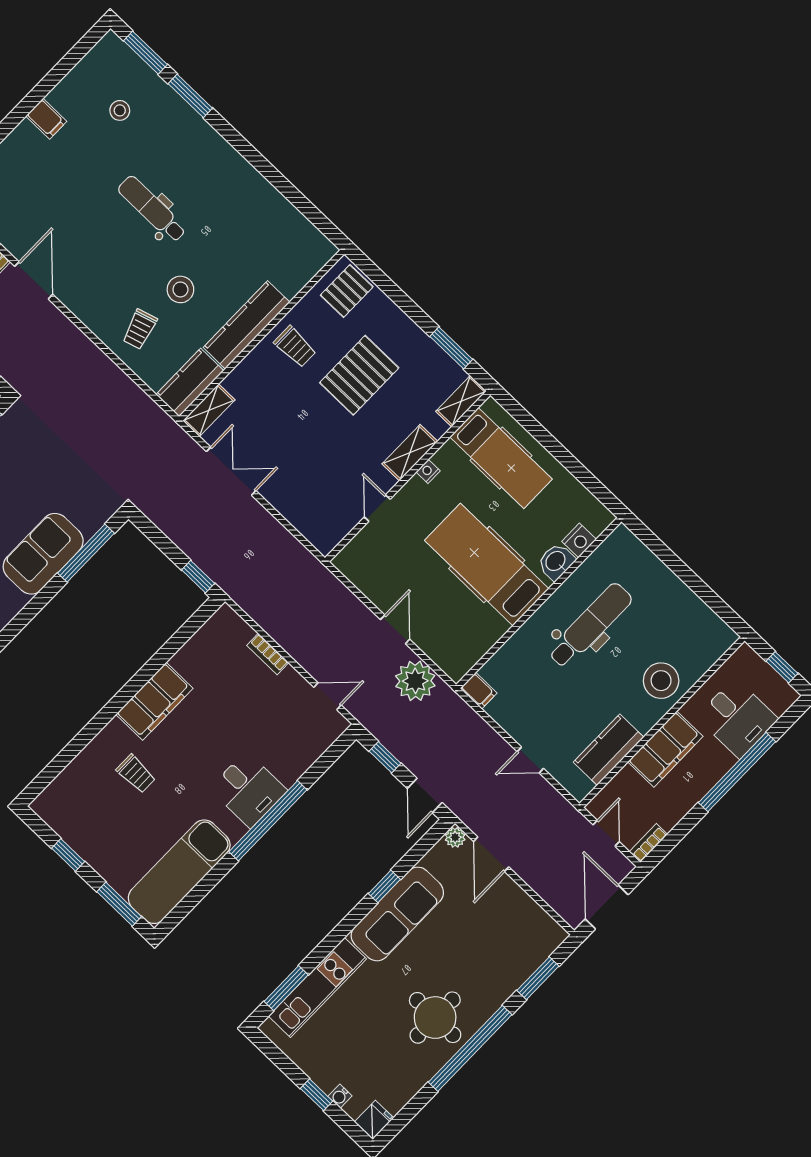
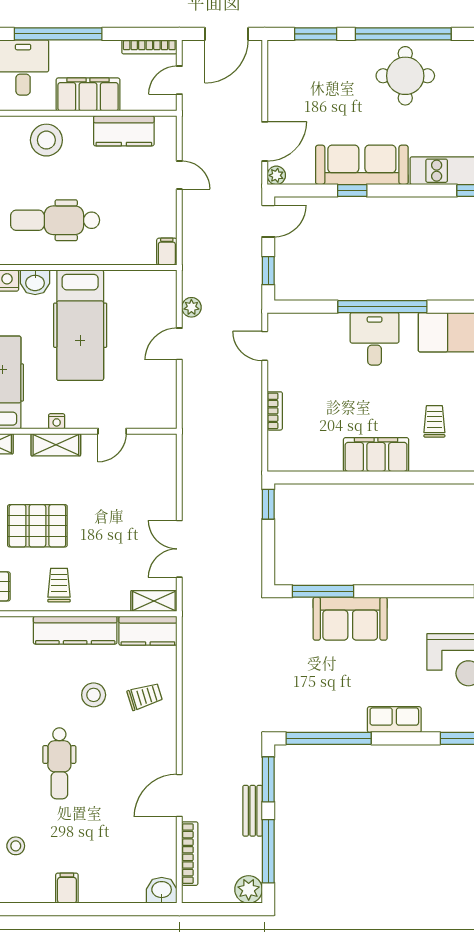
plant: (415, 681) -> (191, 307), width x0.53, depth x0.53
bookcase: (648, 843) -> (149, 47), width x1.56

